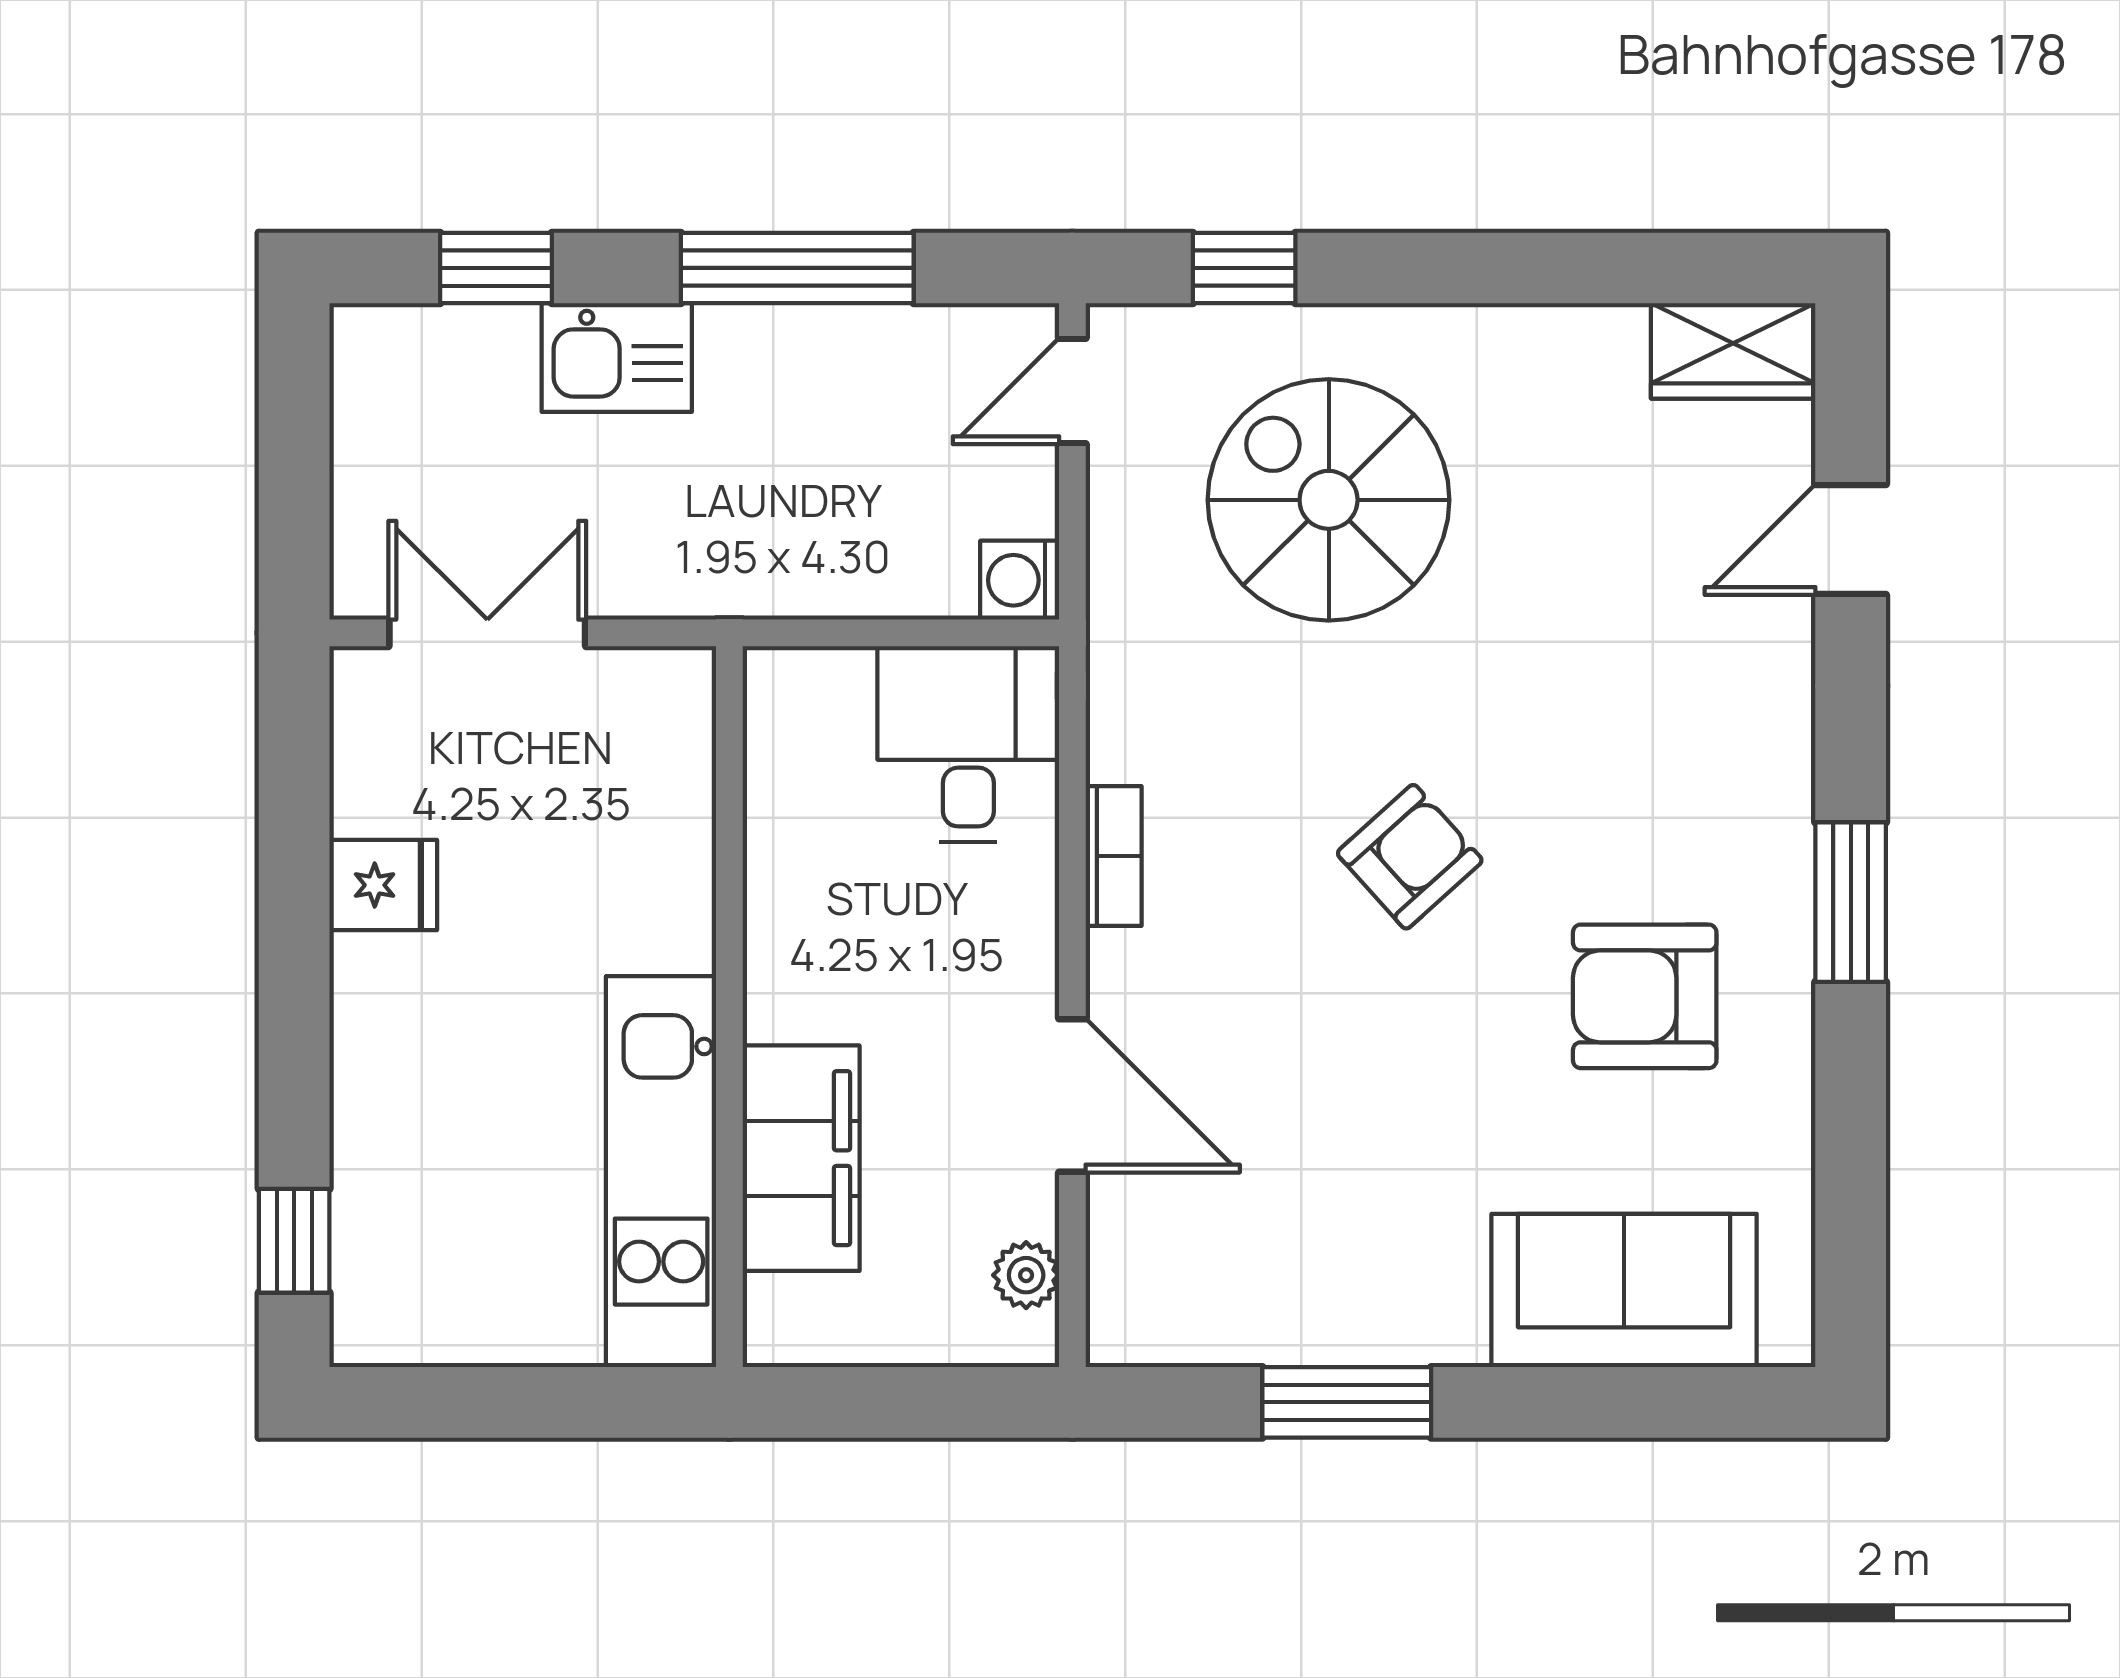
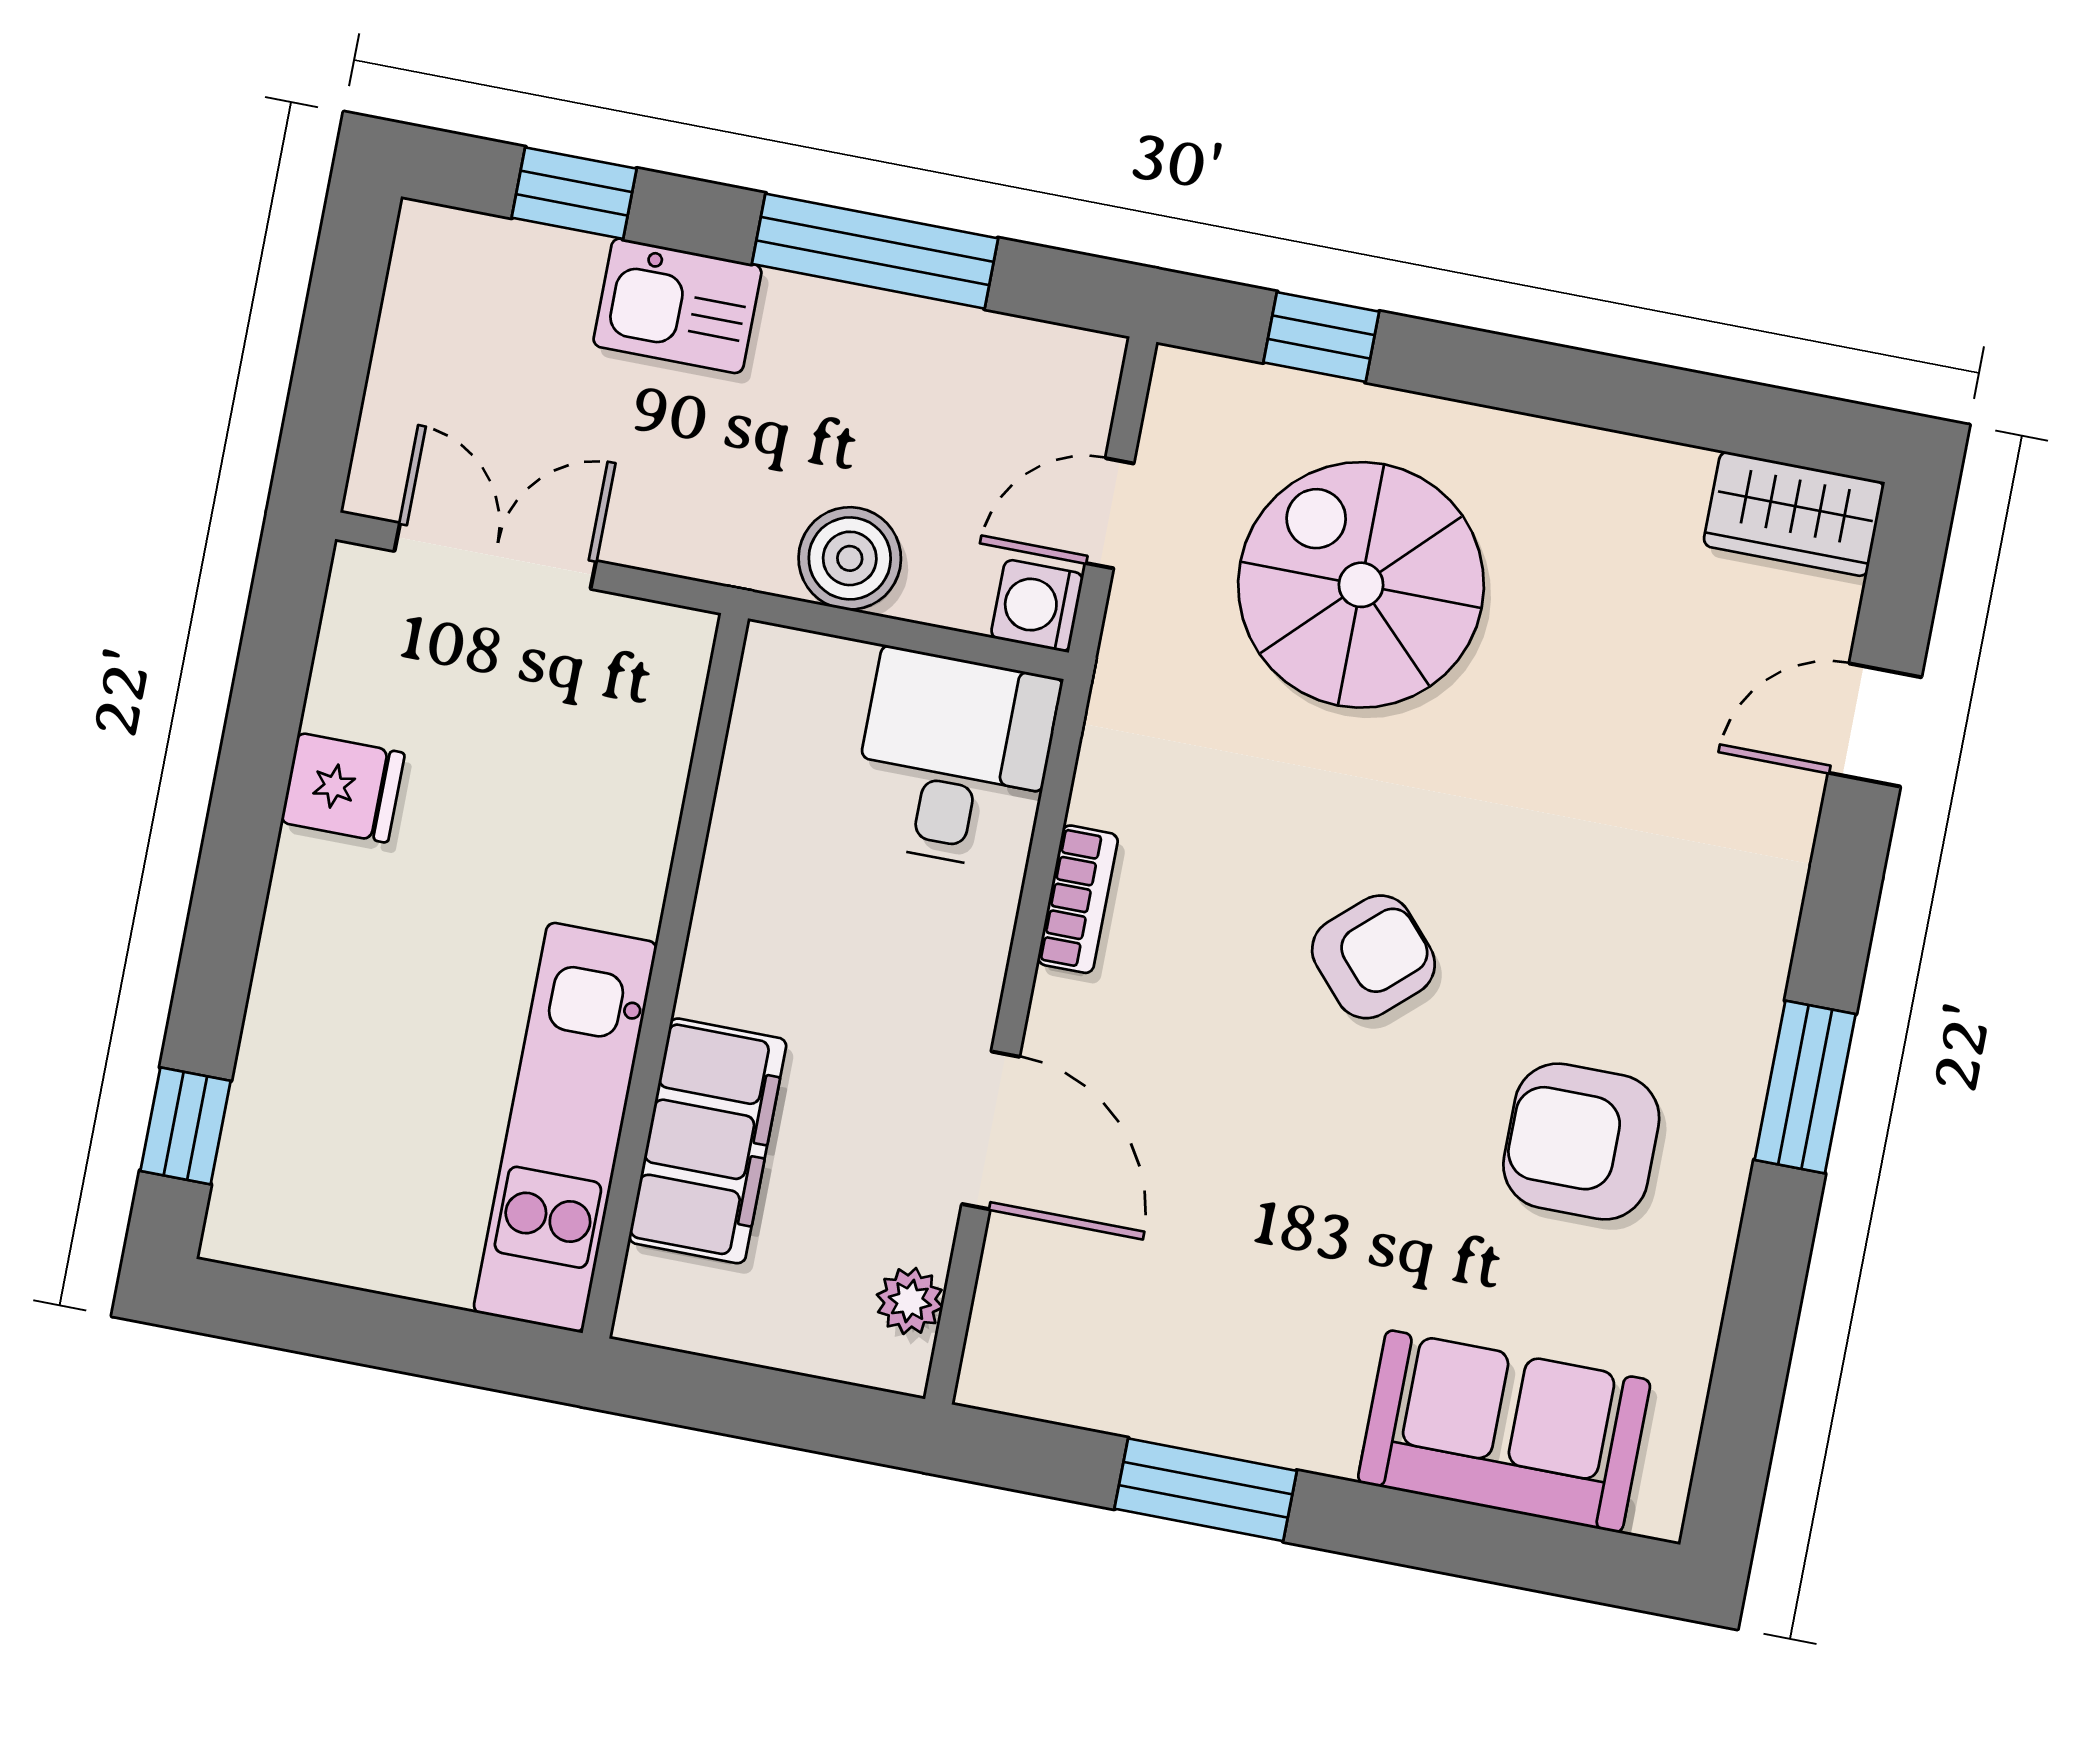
door: (1072, 391) -> (1109, 513), moved
boiler: (830, 569) -> (850, 558), added

